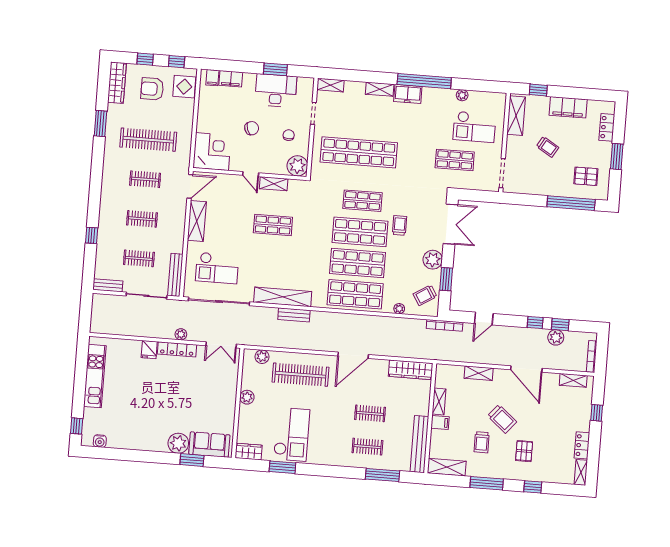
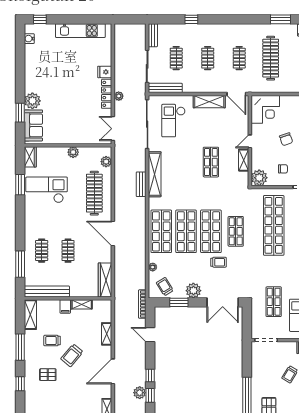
checkout: (292, 434) -> (47, 190), turned 180

